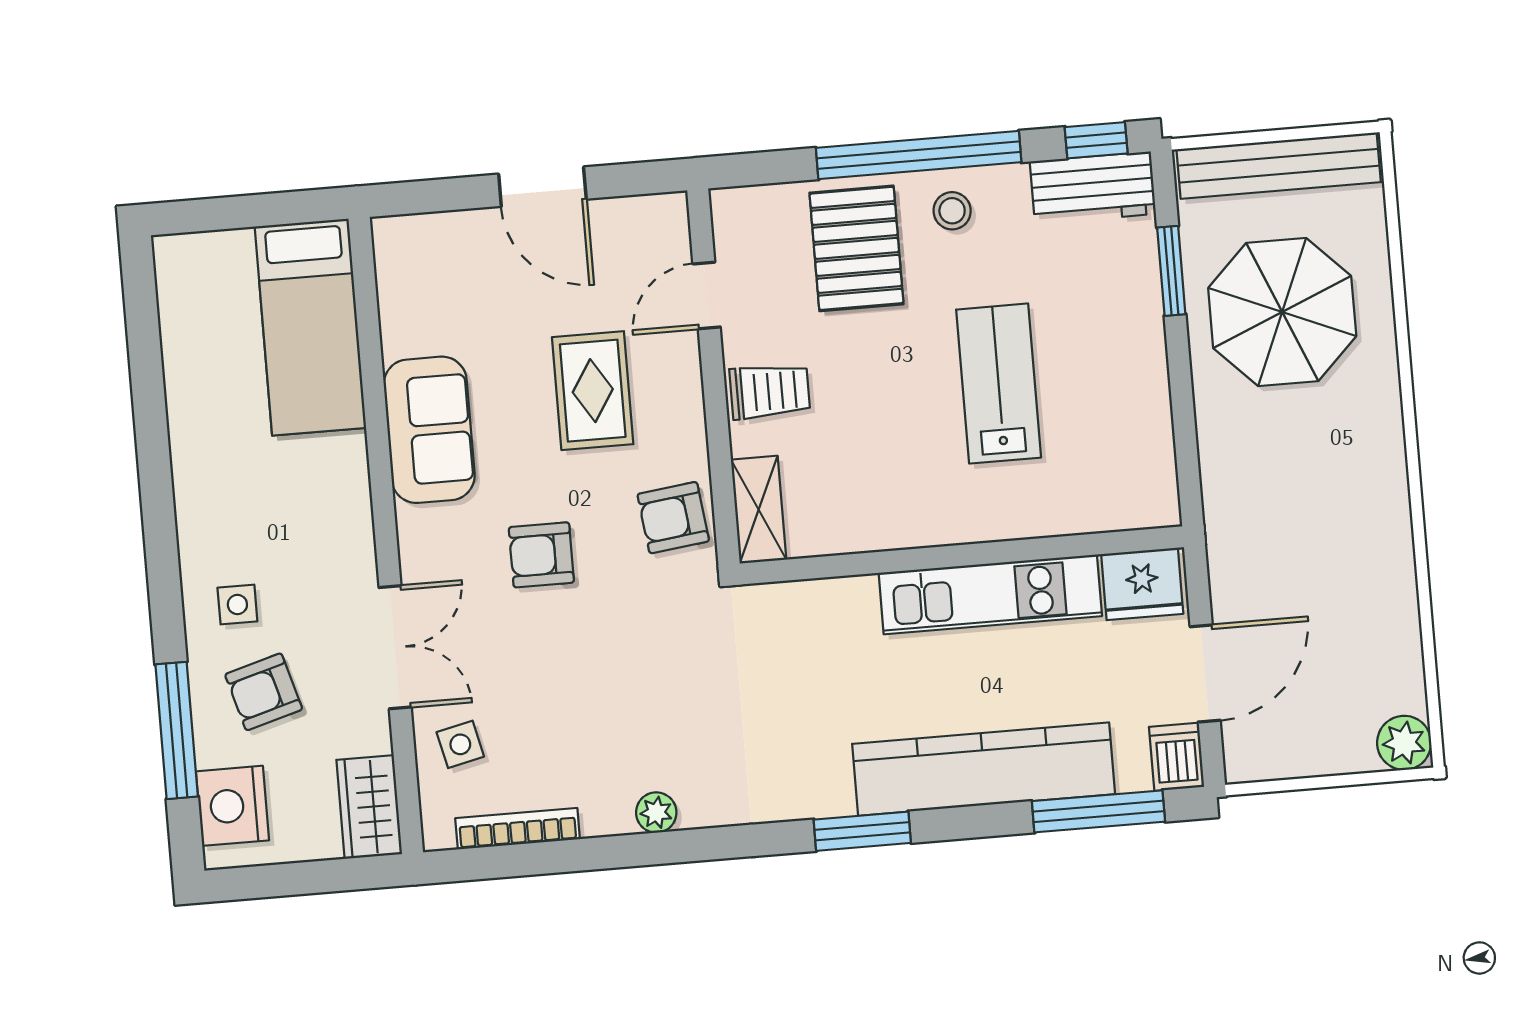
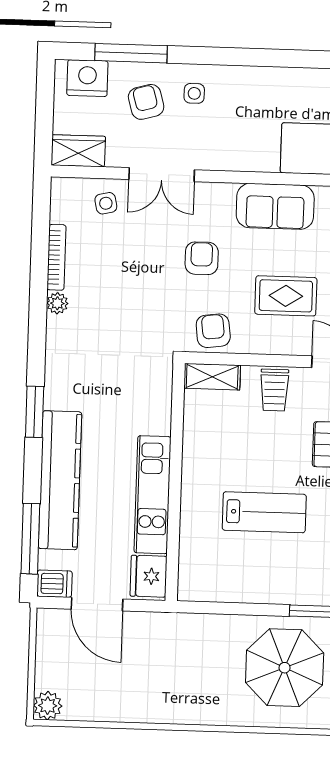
bookcase: (518, 829) -> (56, 257), moved

